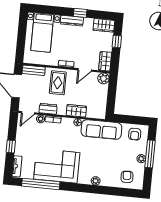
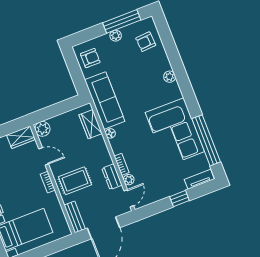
wardrobe: (76, 111) -> (91, 124), moved
door: (28, 113) -> (129, 198), hinge flipped
window: (150, 154) -> (122, 21), moved

